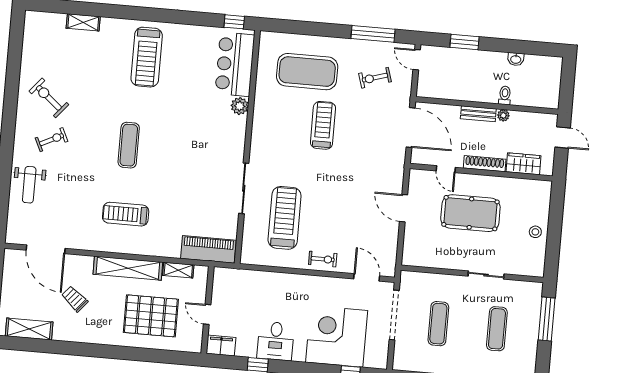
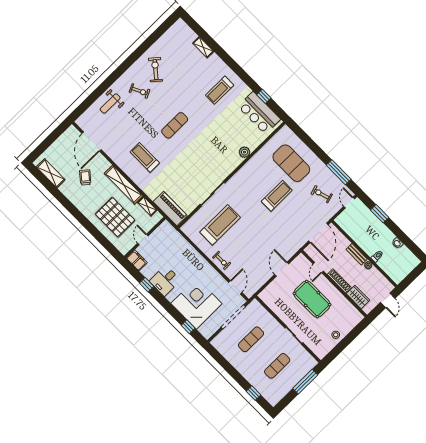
window: (234, 22) -> (264, 96), moved
treadmill: (147, 57) -> (220, 90), width x0.73, depth x0.73
bar counter: (235, 64) -> (259, 113), moved, turned -90

